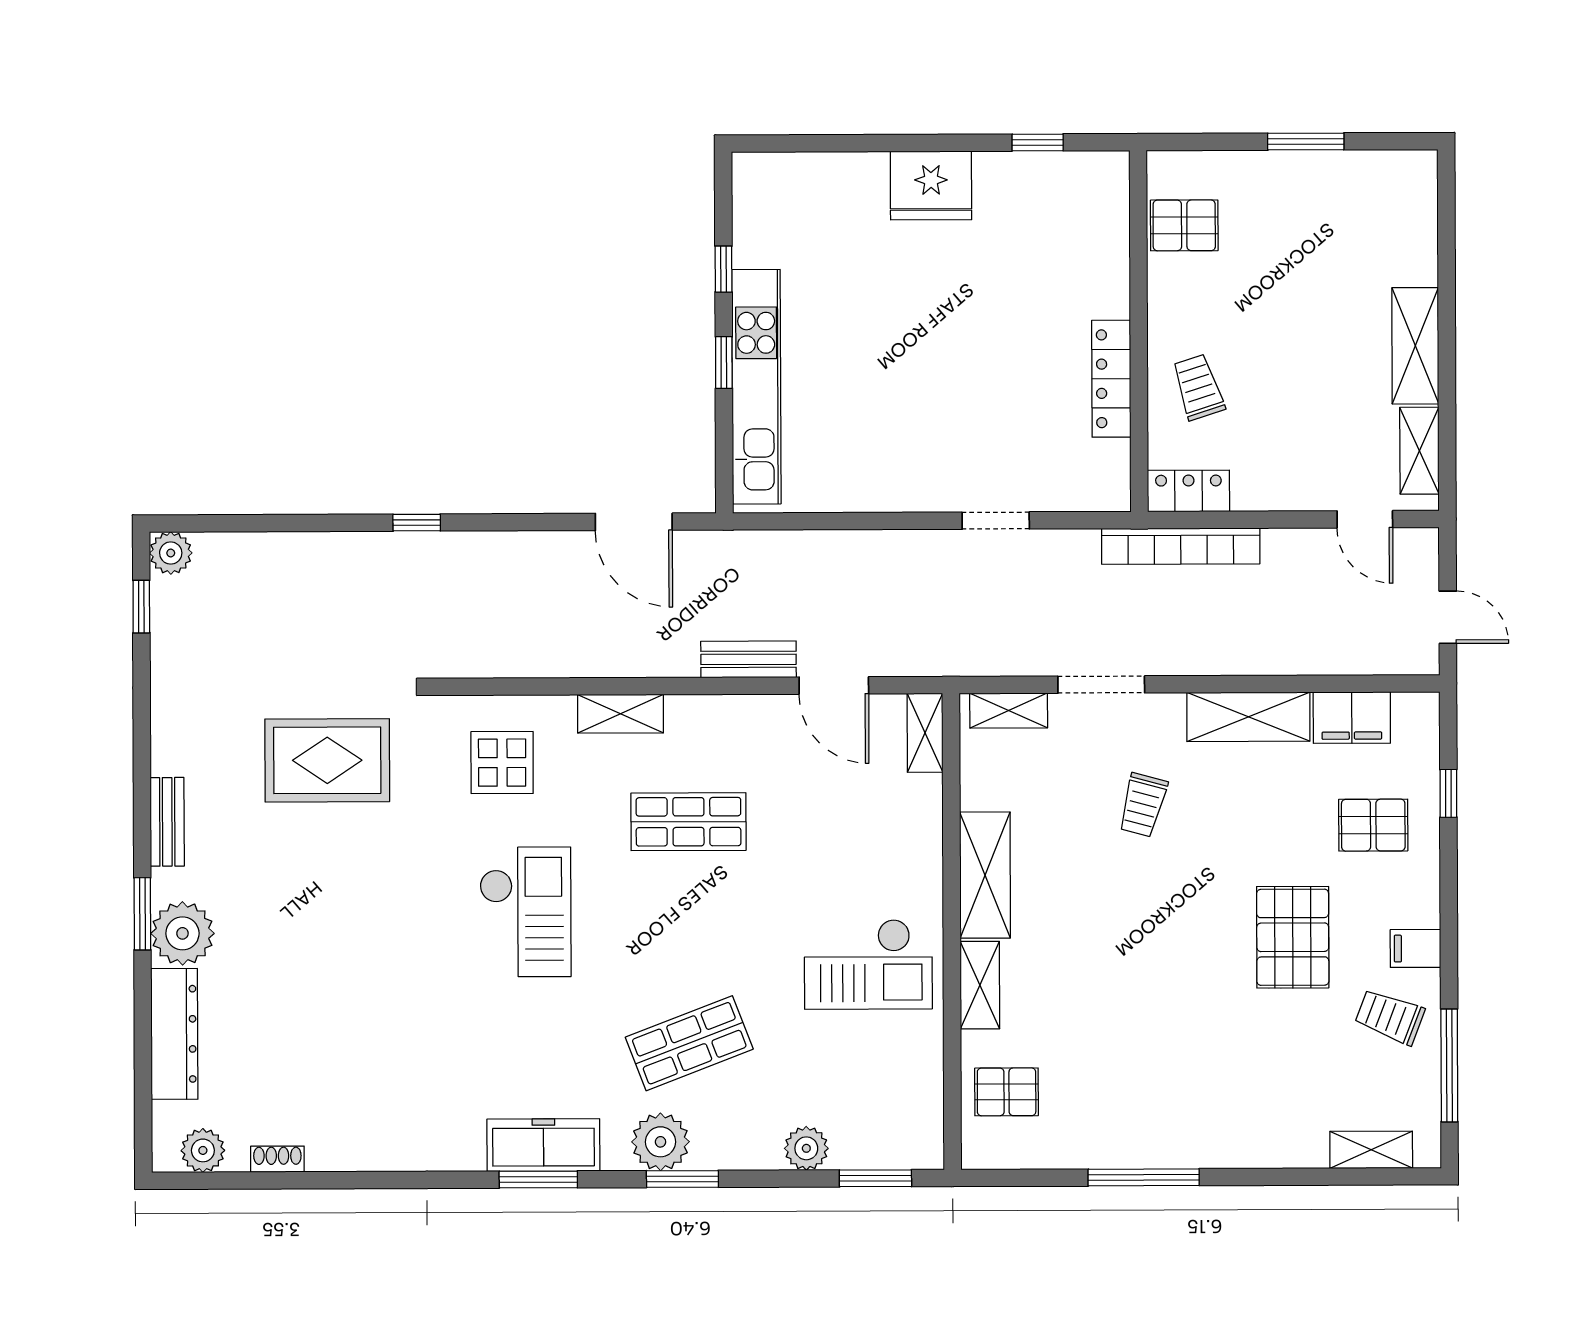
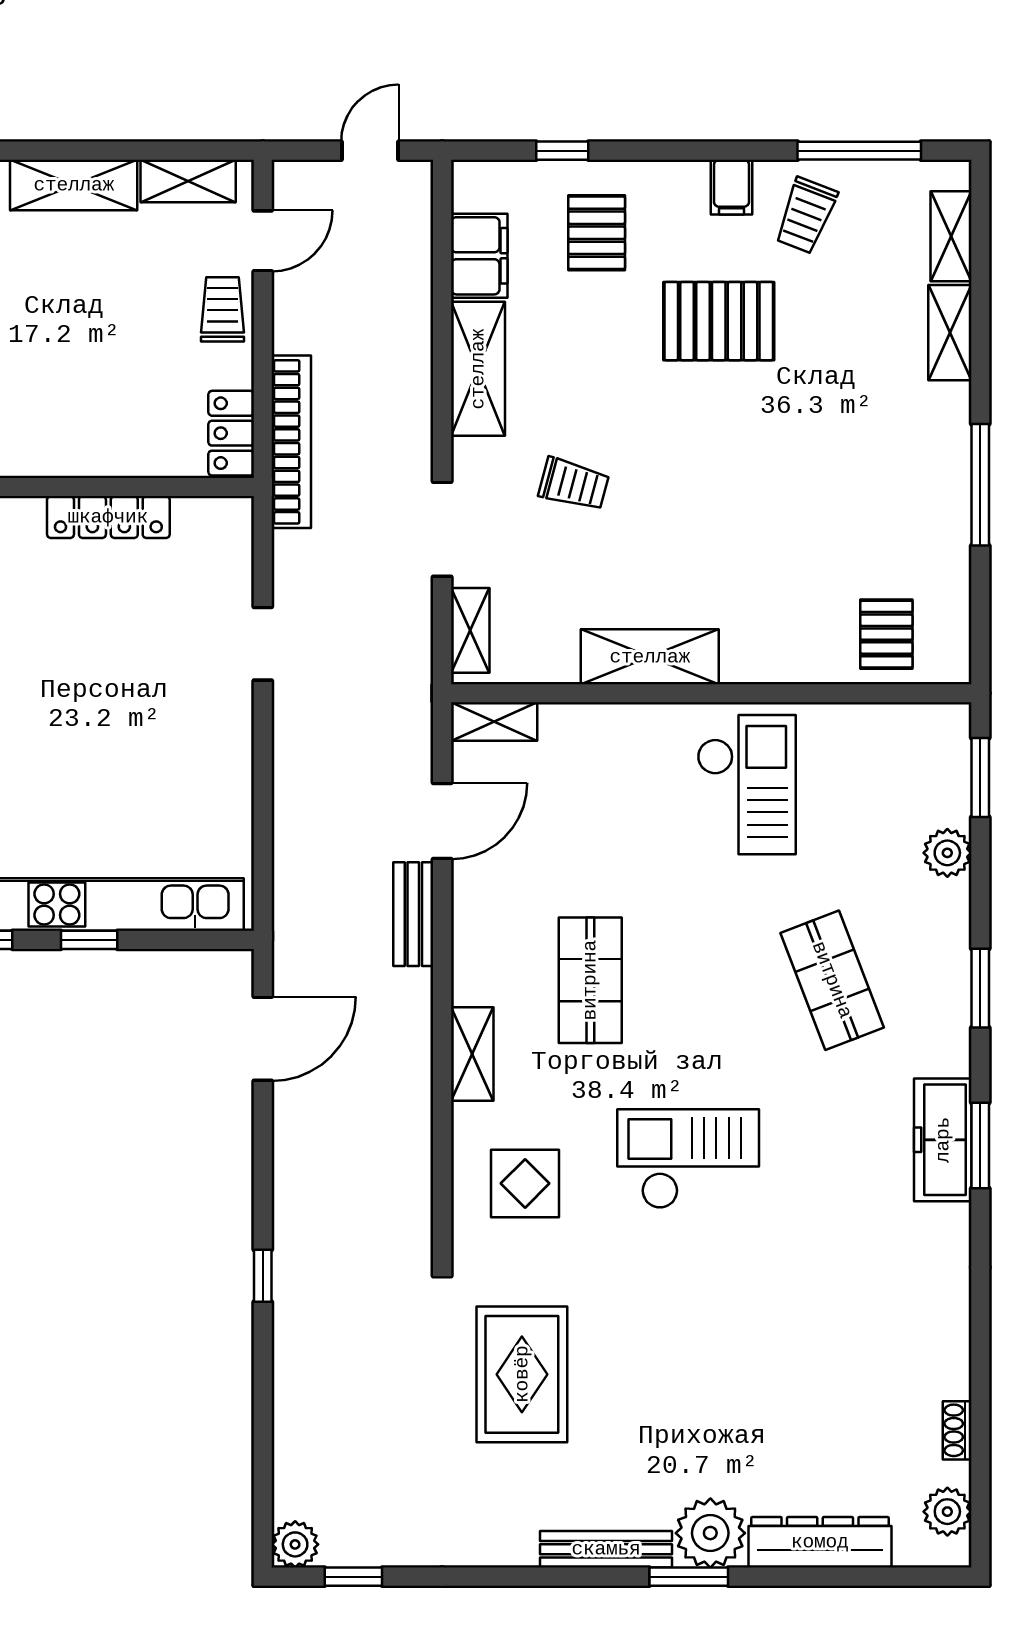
trolley: (1198, 387) -> (223, 309), moved, turned 108
bench: (167, 822) -> (606, 1549), width x1.36
shelving: (980, 985) -> (950, 333), moved, turned 90
plant: (660, 1142) -> (940, 1012), removed

